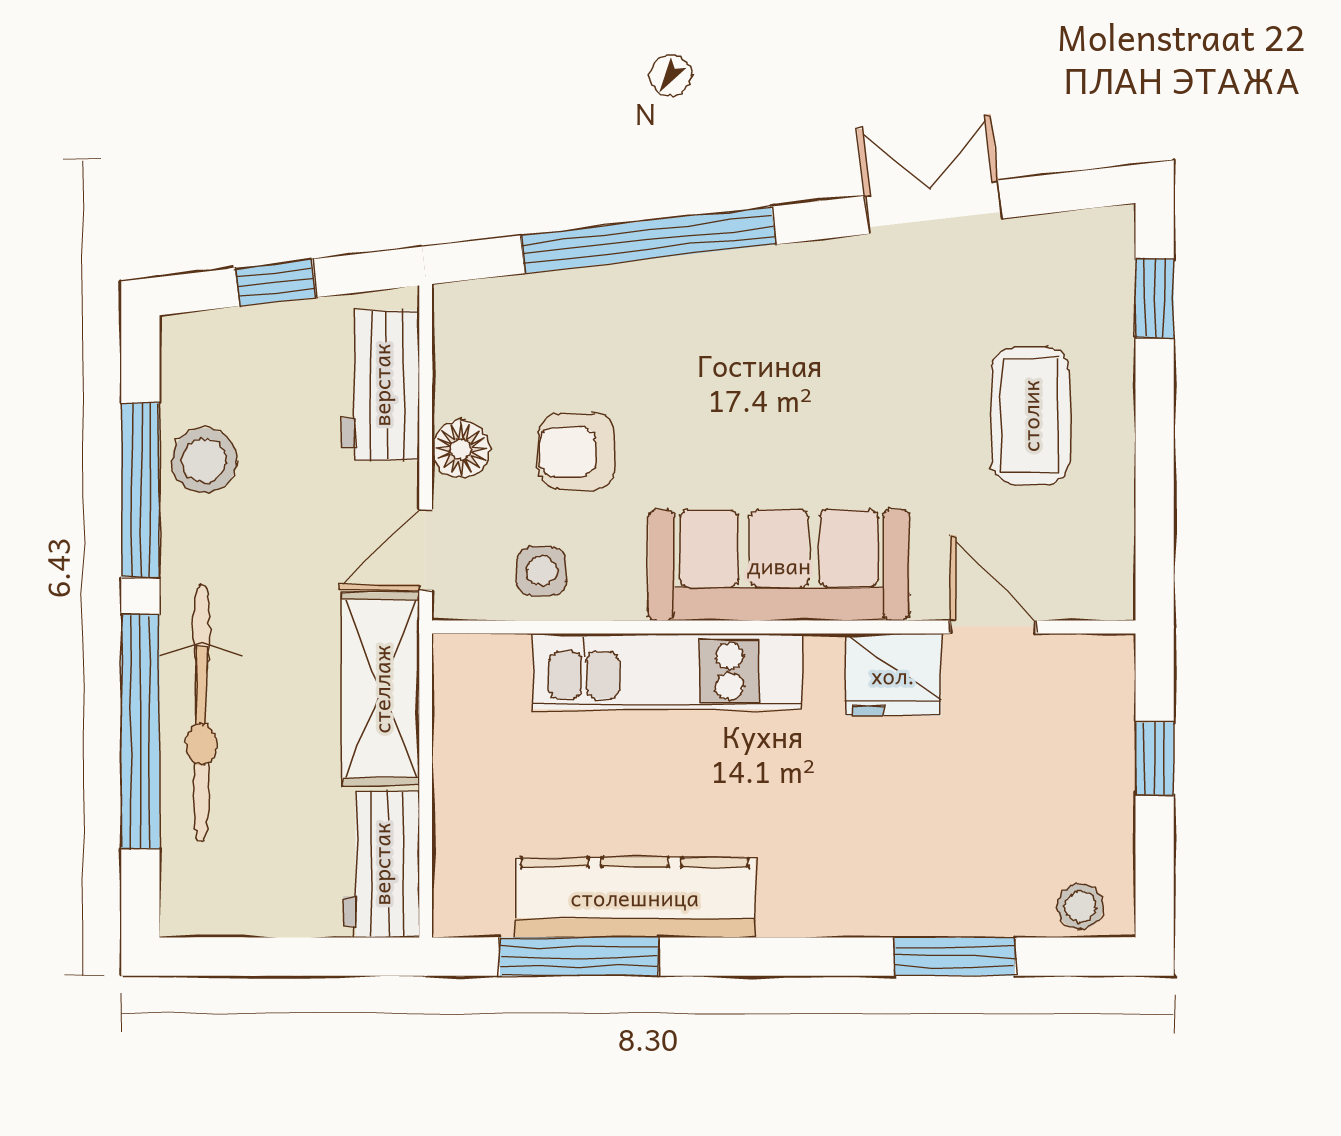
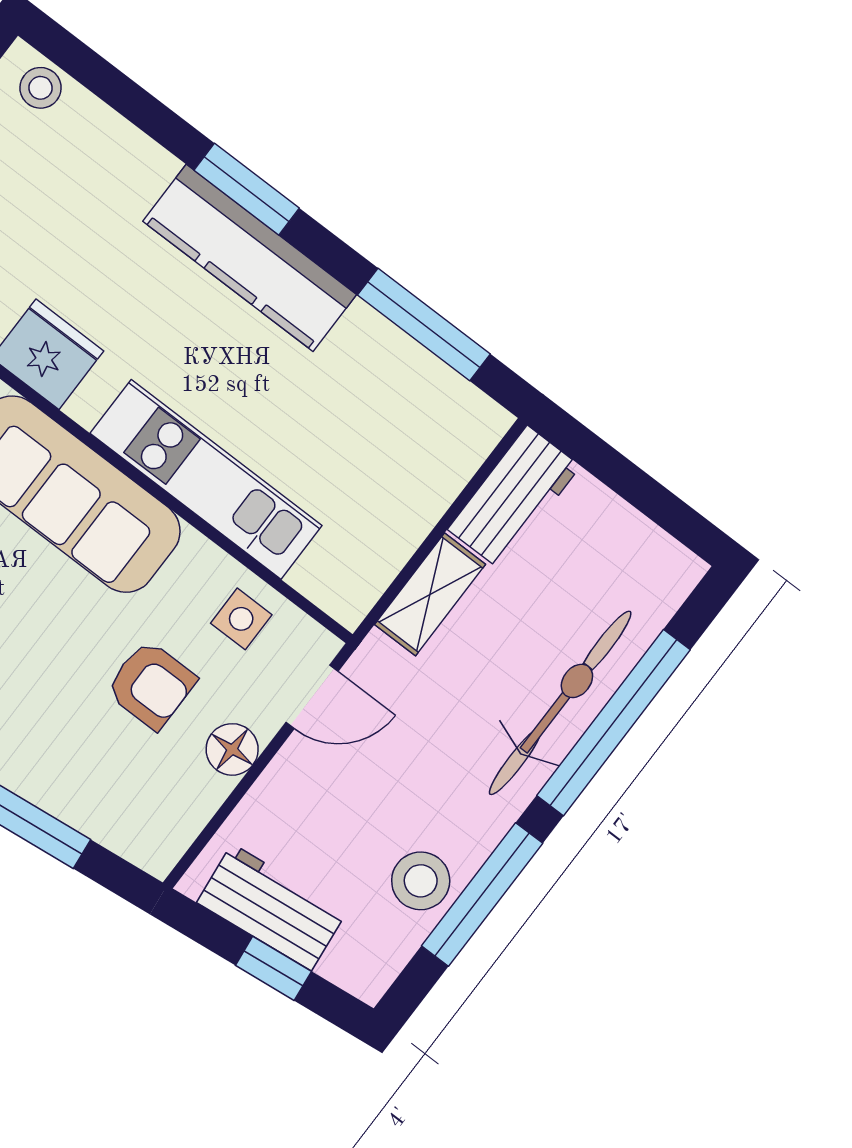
workbench: (381, 385) -> (272, 907), moved, turned -97
shelving: (381, 689) -> (430, 594), width x0.67, depth x0.75
kitchen counter: (635, 897) -> (250, 258), moved
window: (955, 957) -> (247, 189), moved

